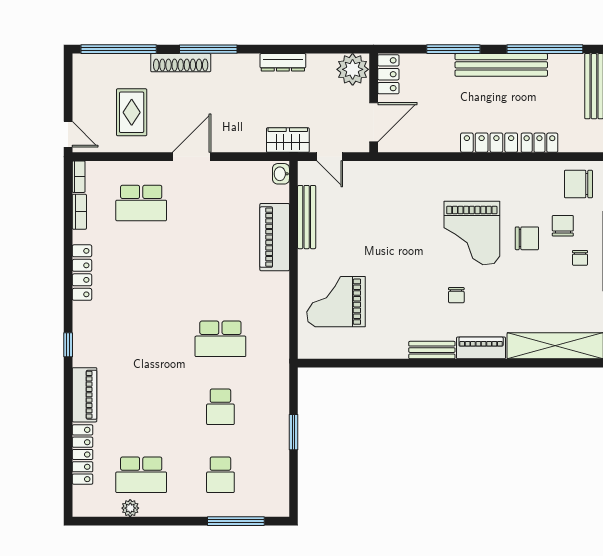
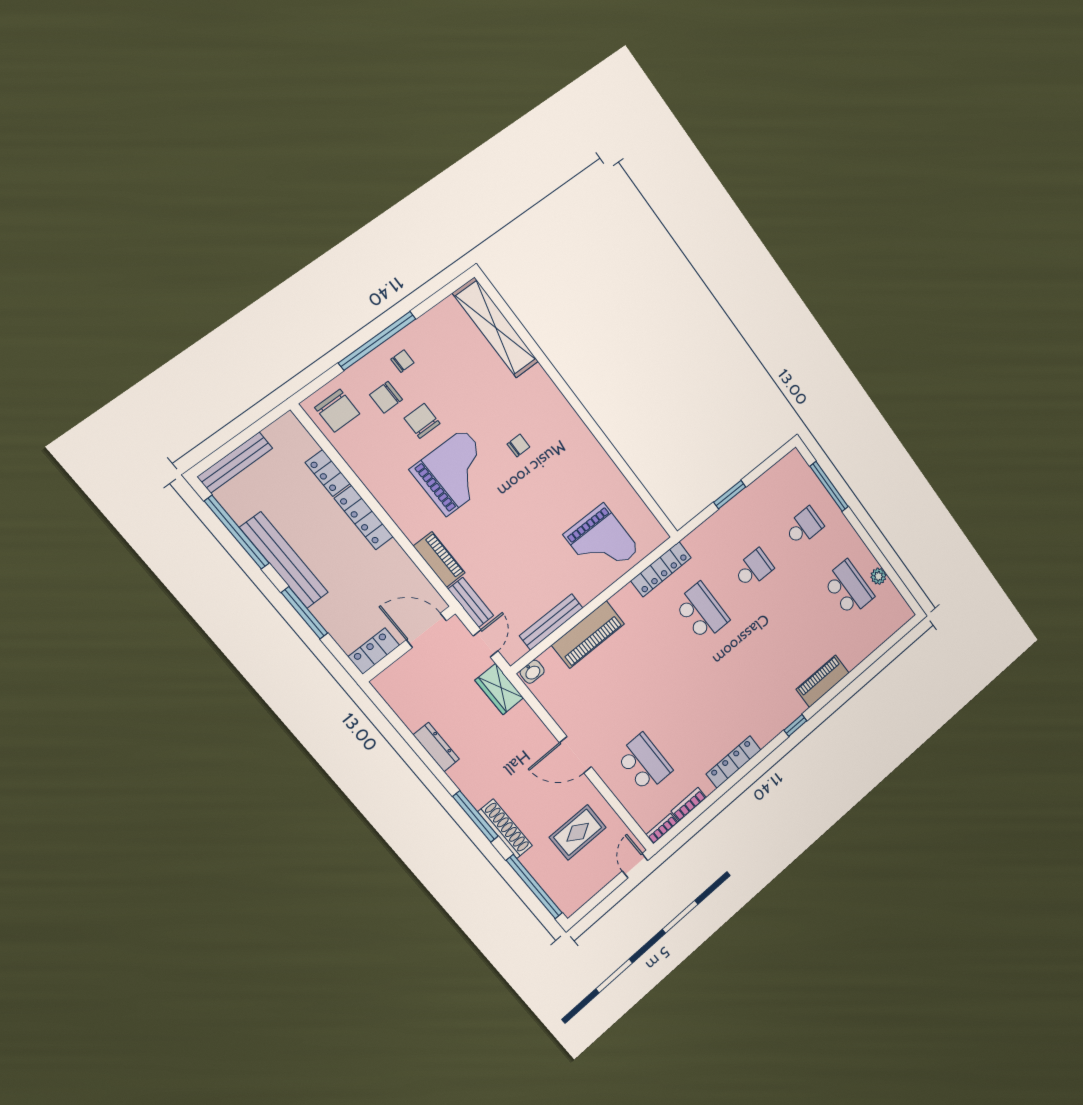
plant: (353, 69) -> (394, 685), removed
piano: (481, 348) -> (439, 559), moved, turned 180
bench: (432, 350) -> (471, 602), moved
locker: (83, 454) -> (661, 569), moved, turned 180

